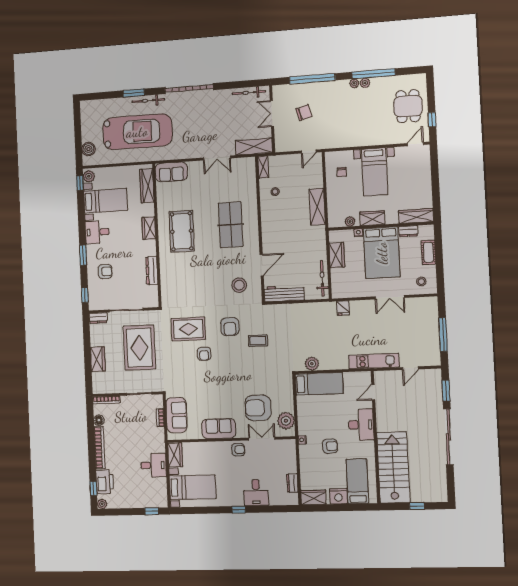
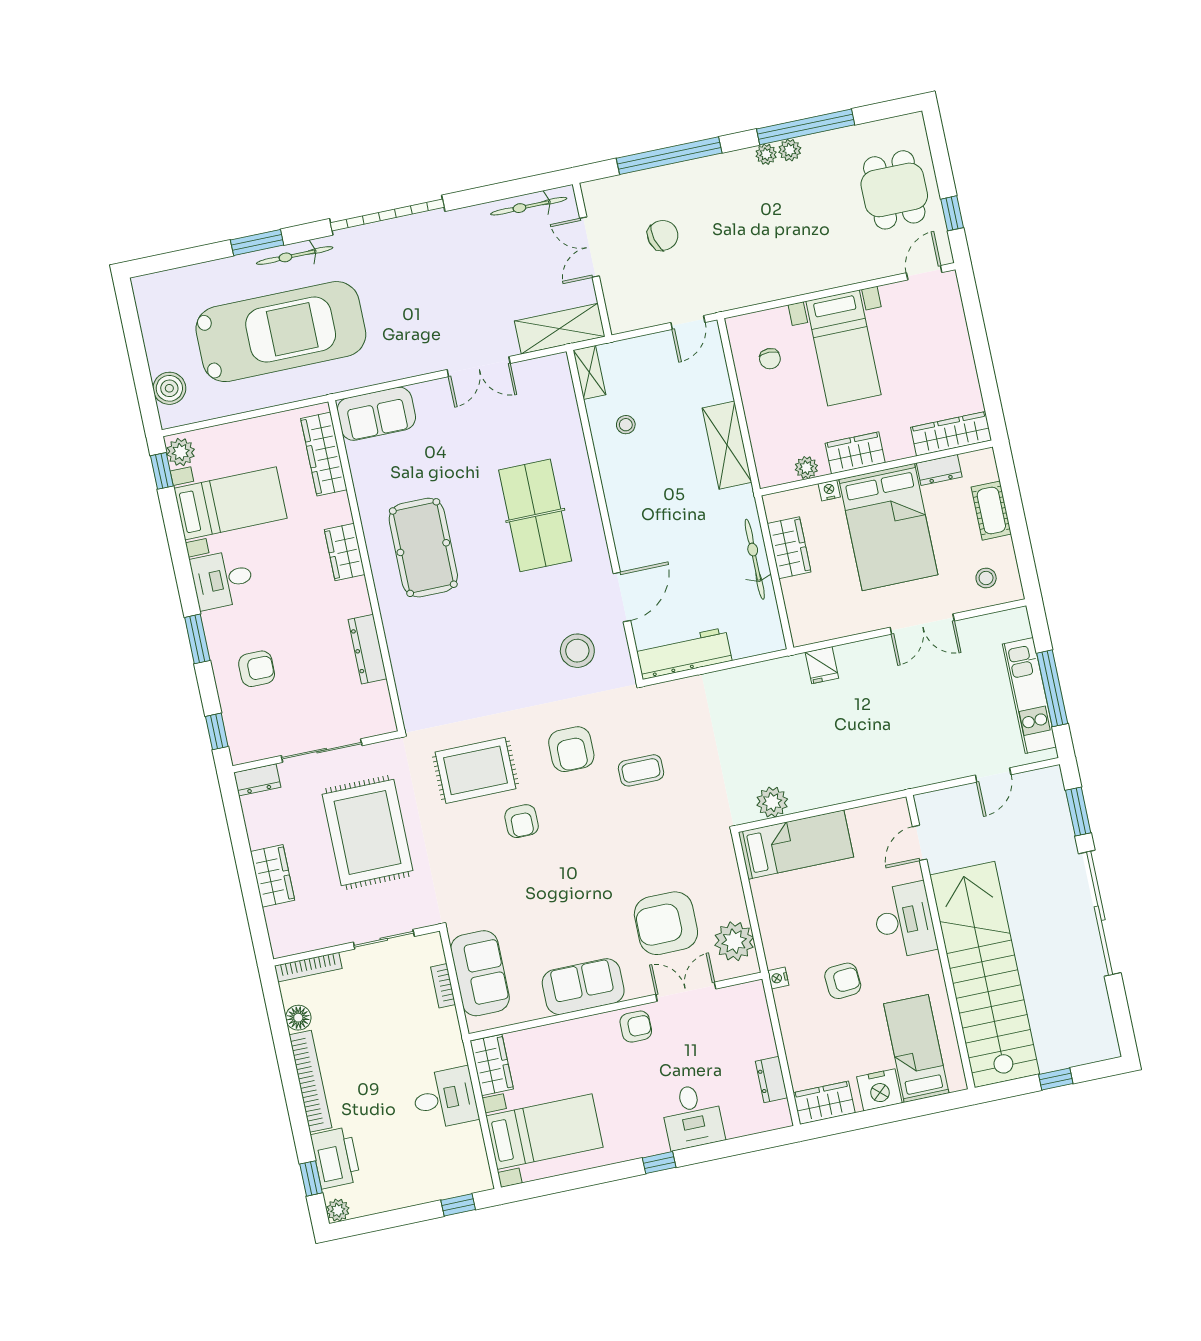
bicycle: (322, 278) -> (755, 559), moved
kitchen unit: (374, 361) -> (1029, 696), moved, turned -90
stairs: (393, 467) -> (985, 974), width x1.36

